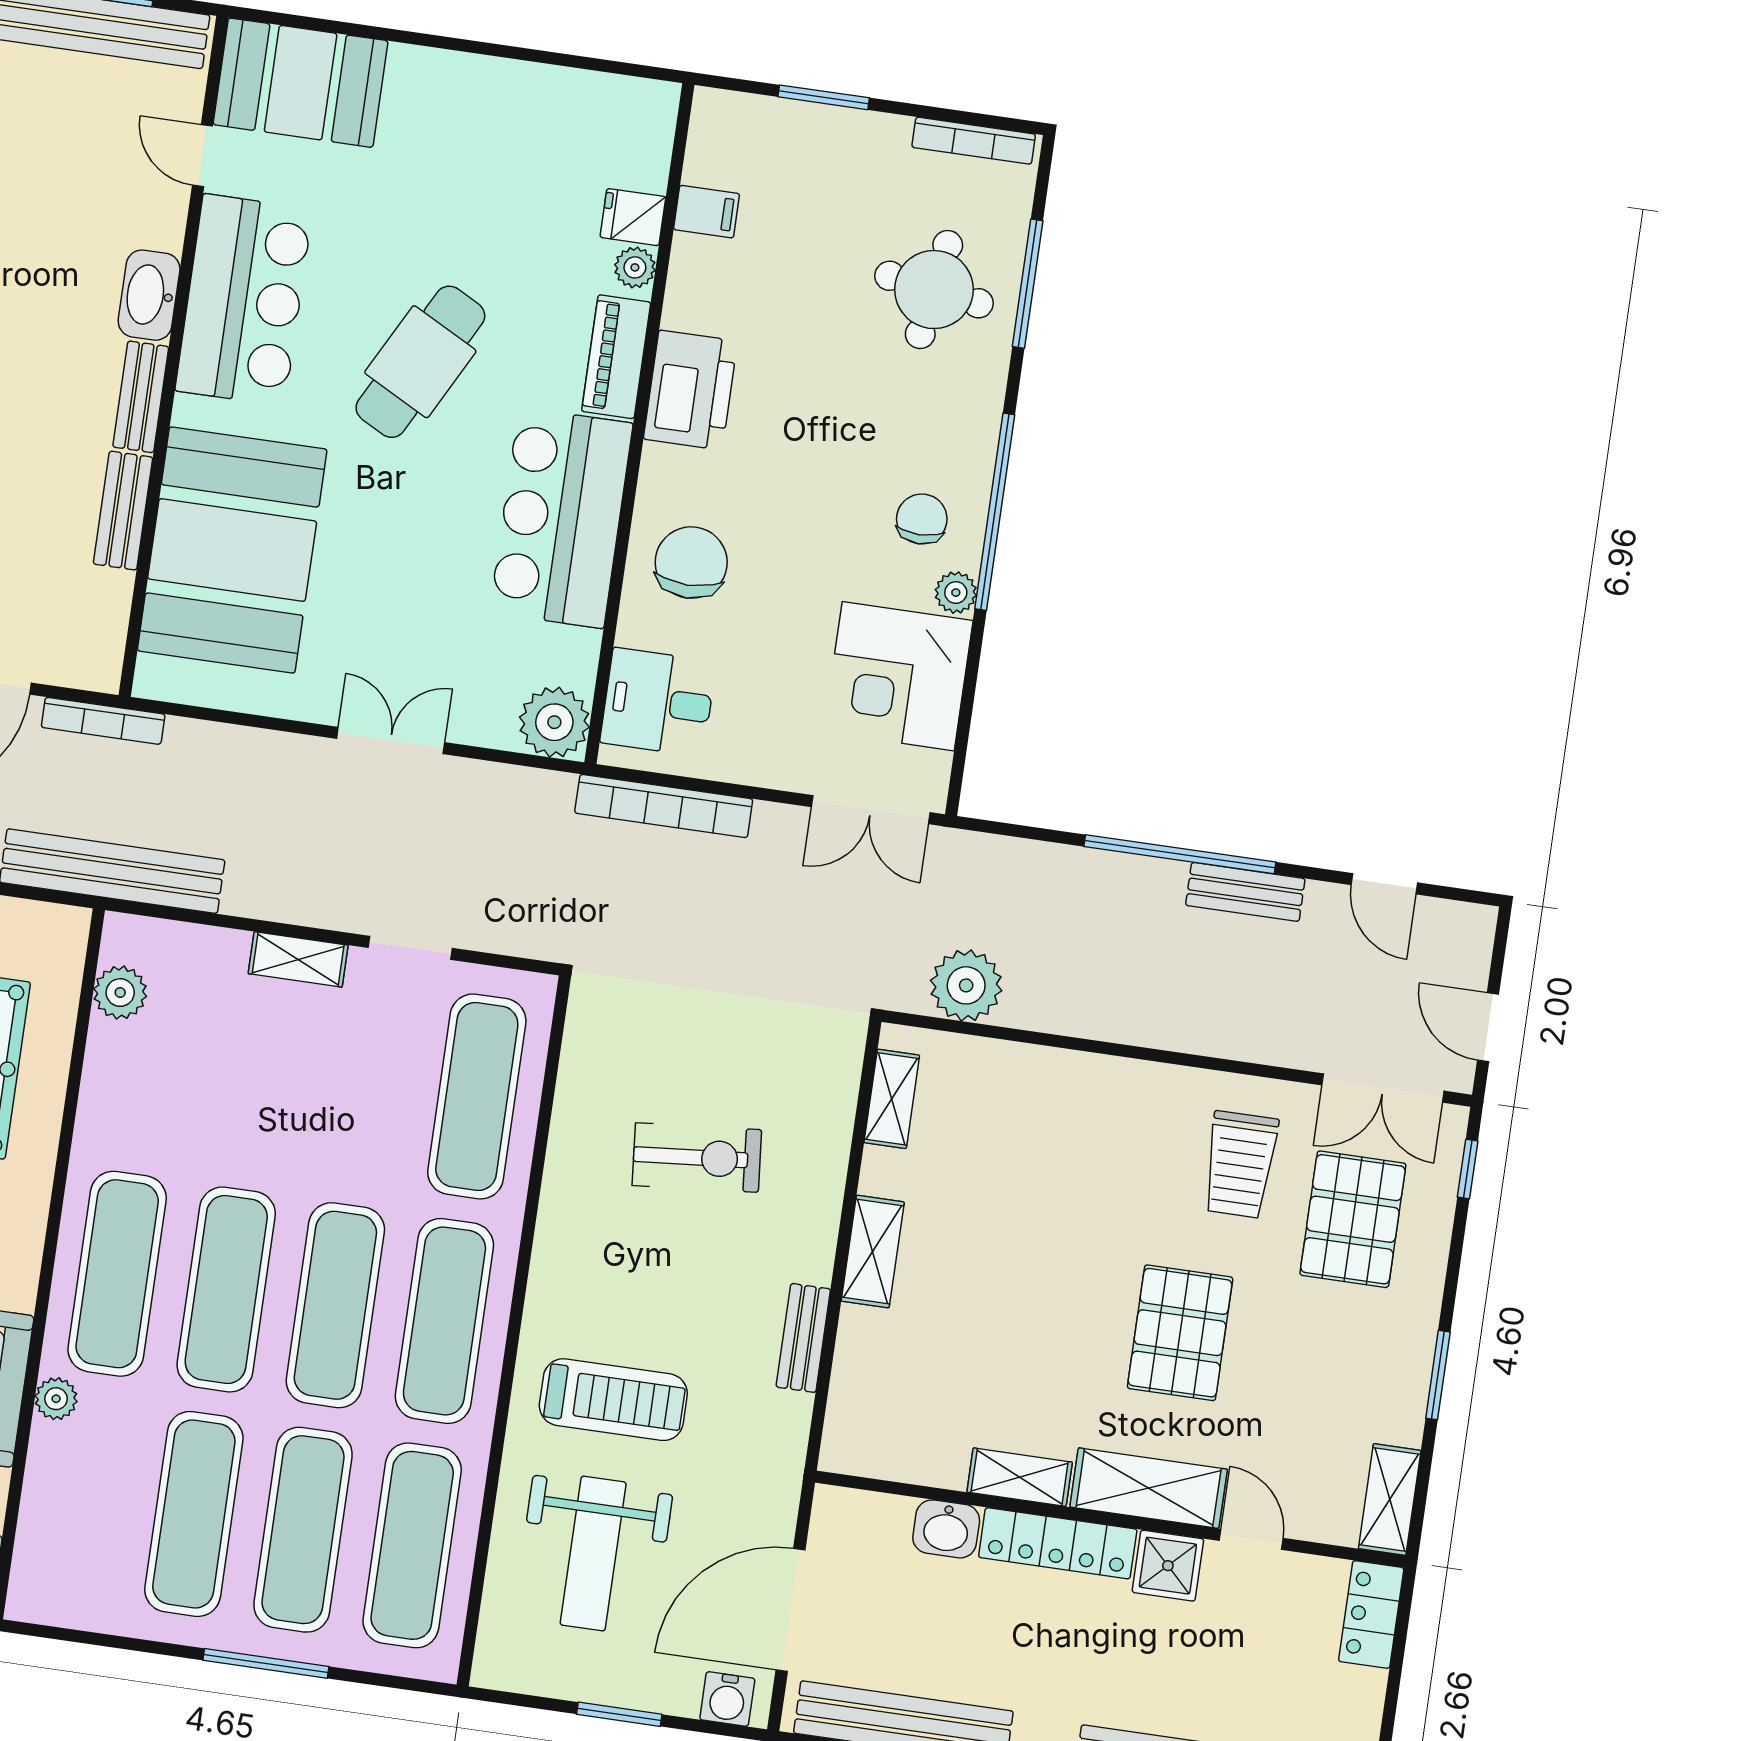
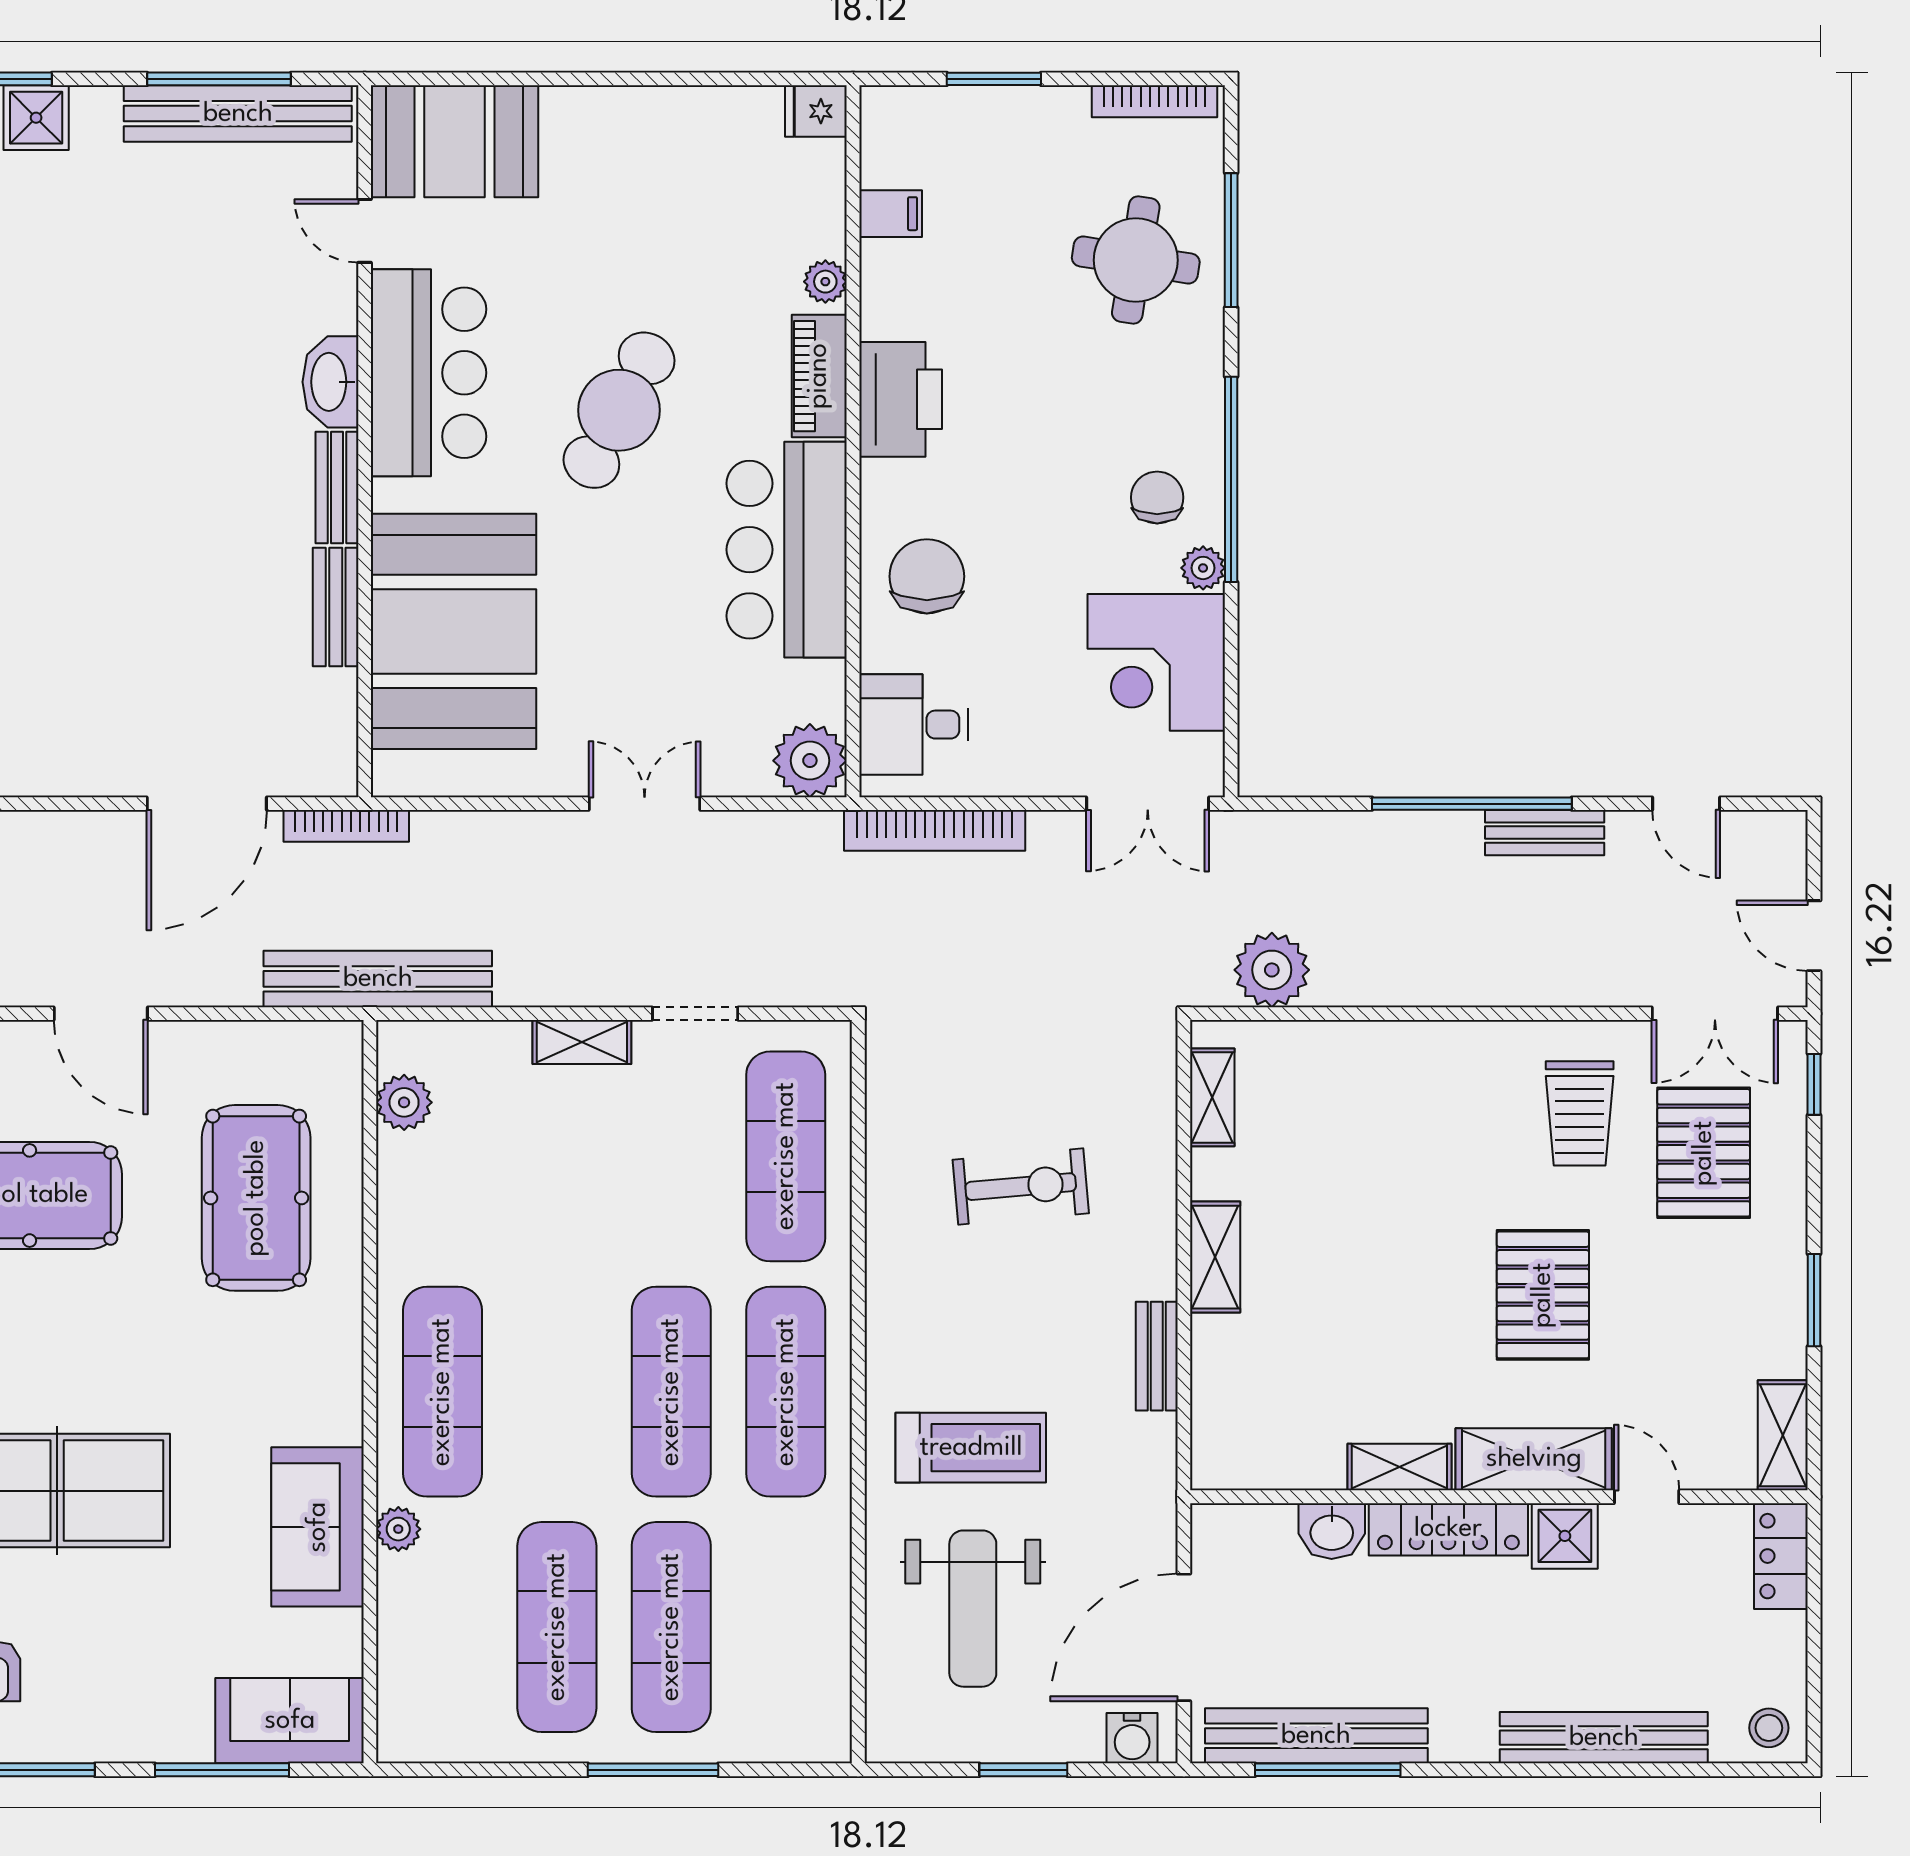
fridge: (633, 217) -> (816, 111), moved
exercise mat: (226, 1289) -> (557, 1392), removed
exercise mat: (412, 1545) -> (786, 1627), removed

